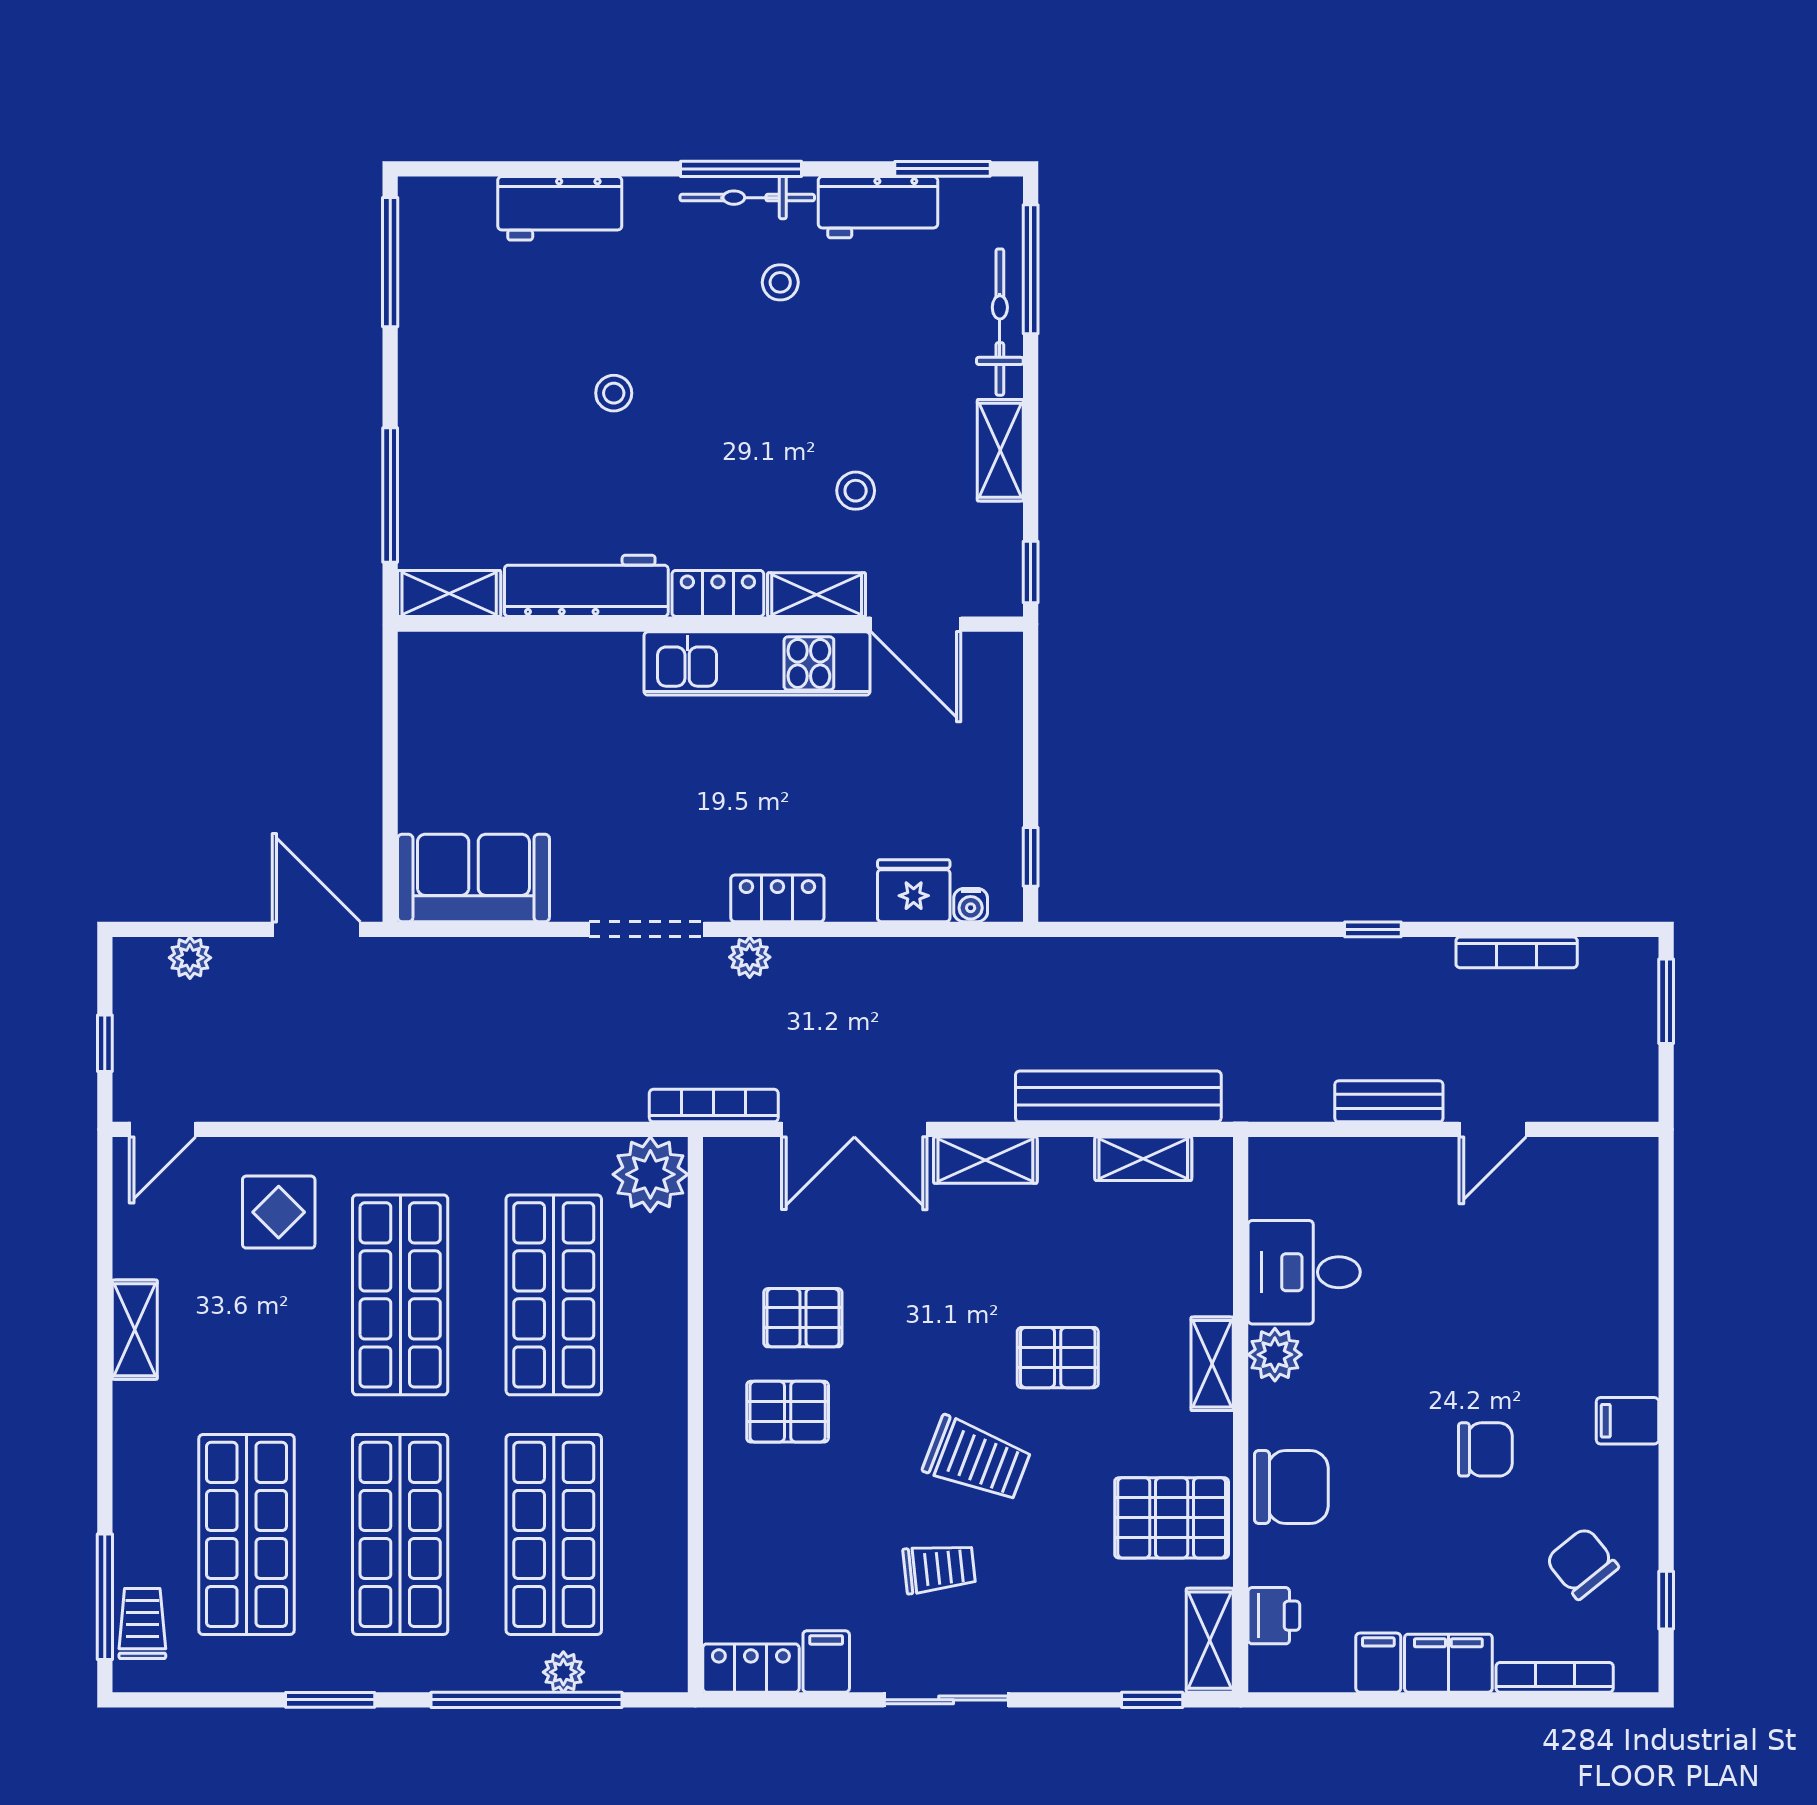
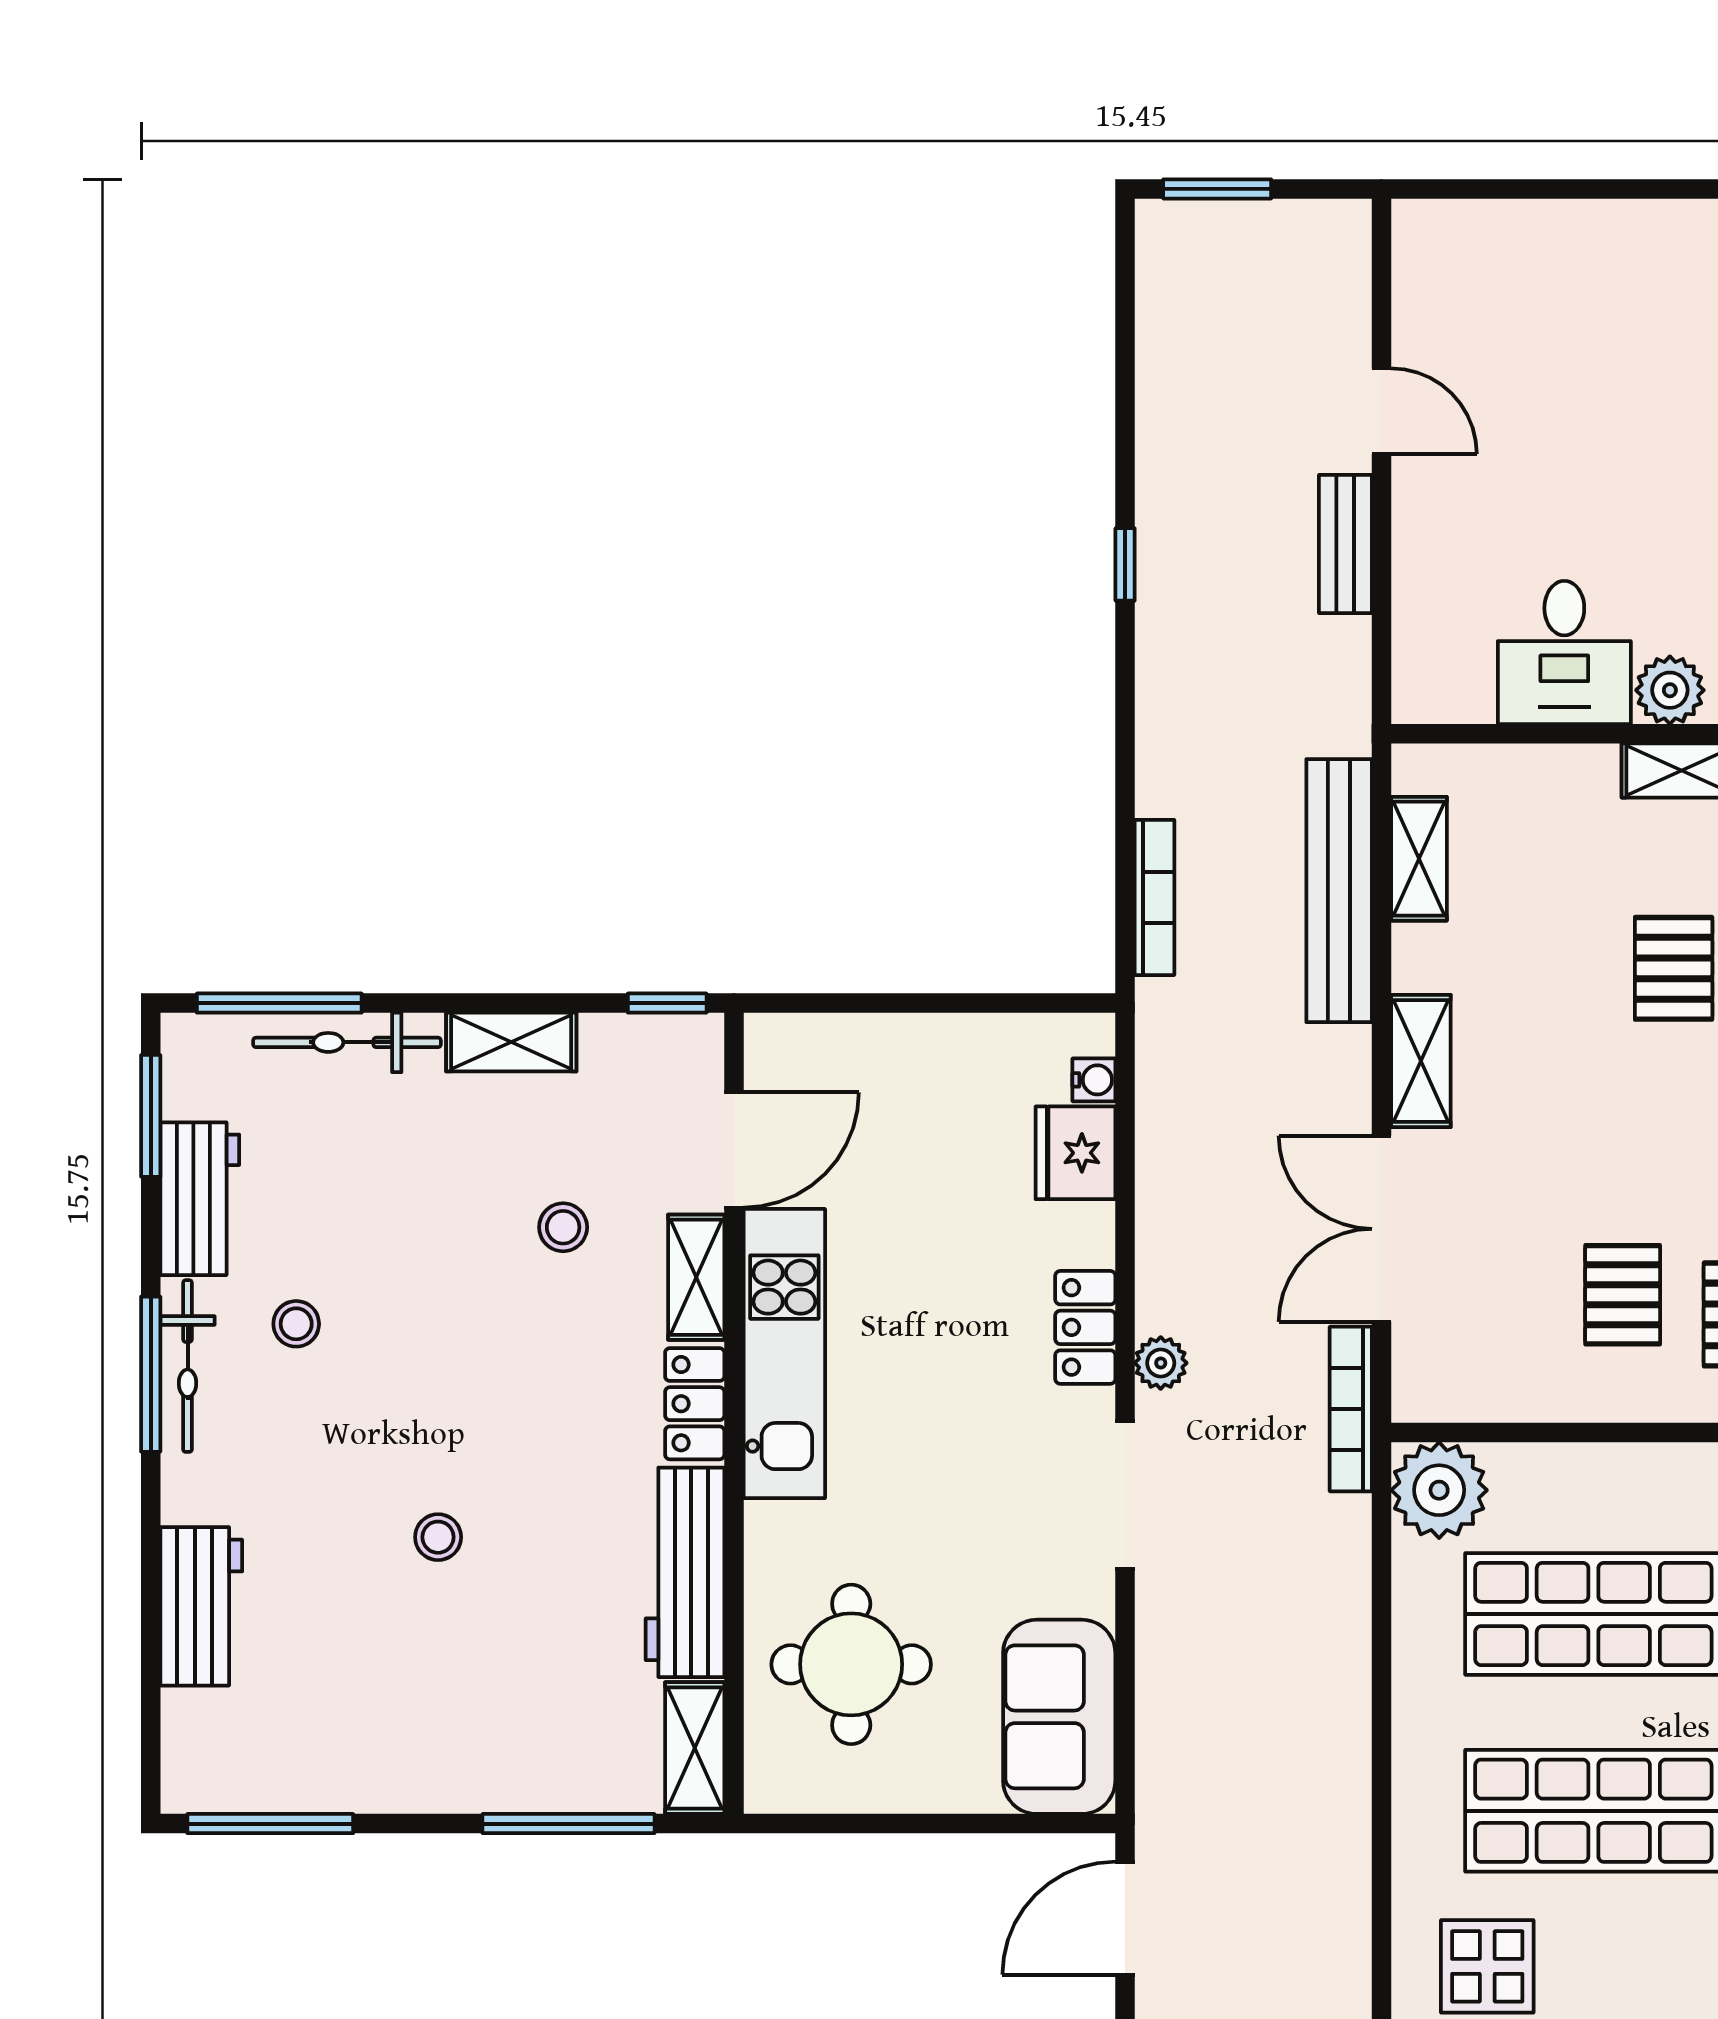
round table: (514, 716) -> (851, 1664), added
window: (1031, 857) -> (1032, 1003), removed
bookcase: (1517, 952) -> (1155, 897), moved
double door: (854, 1129) -> (1381, 1229), swing flipped

